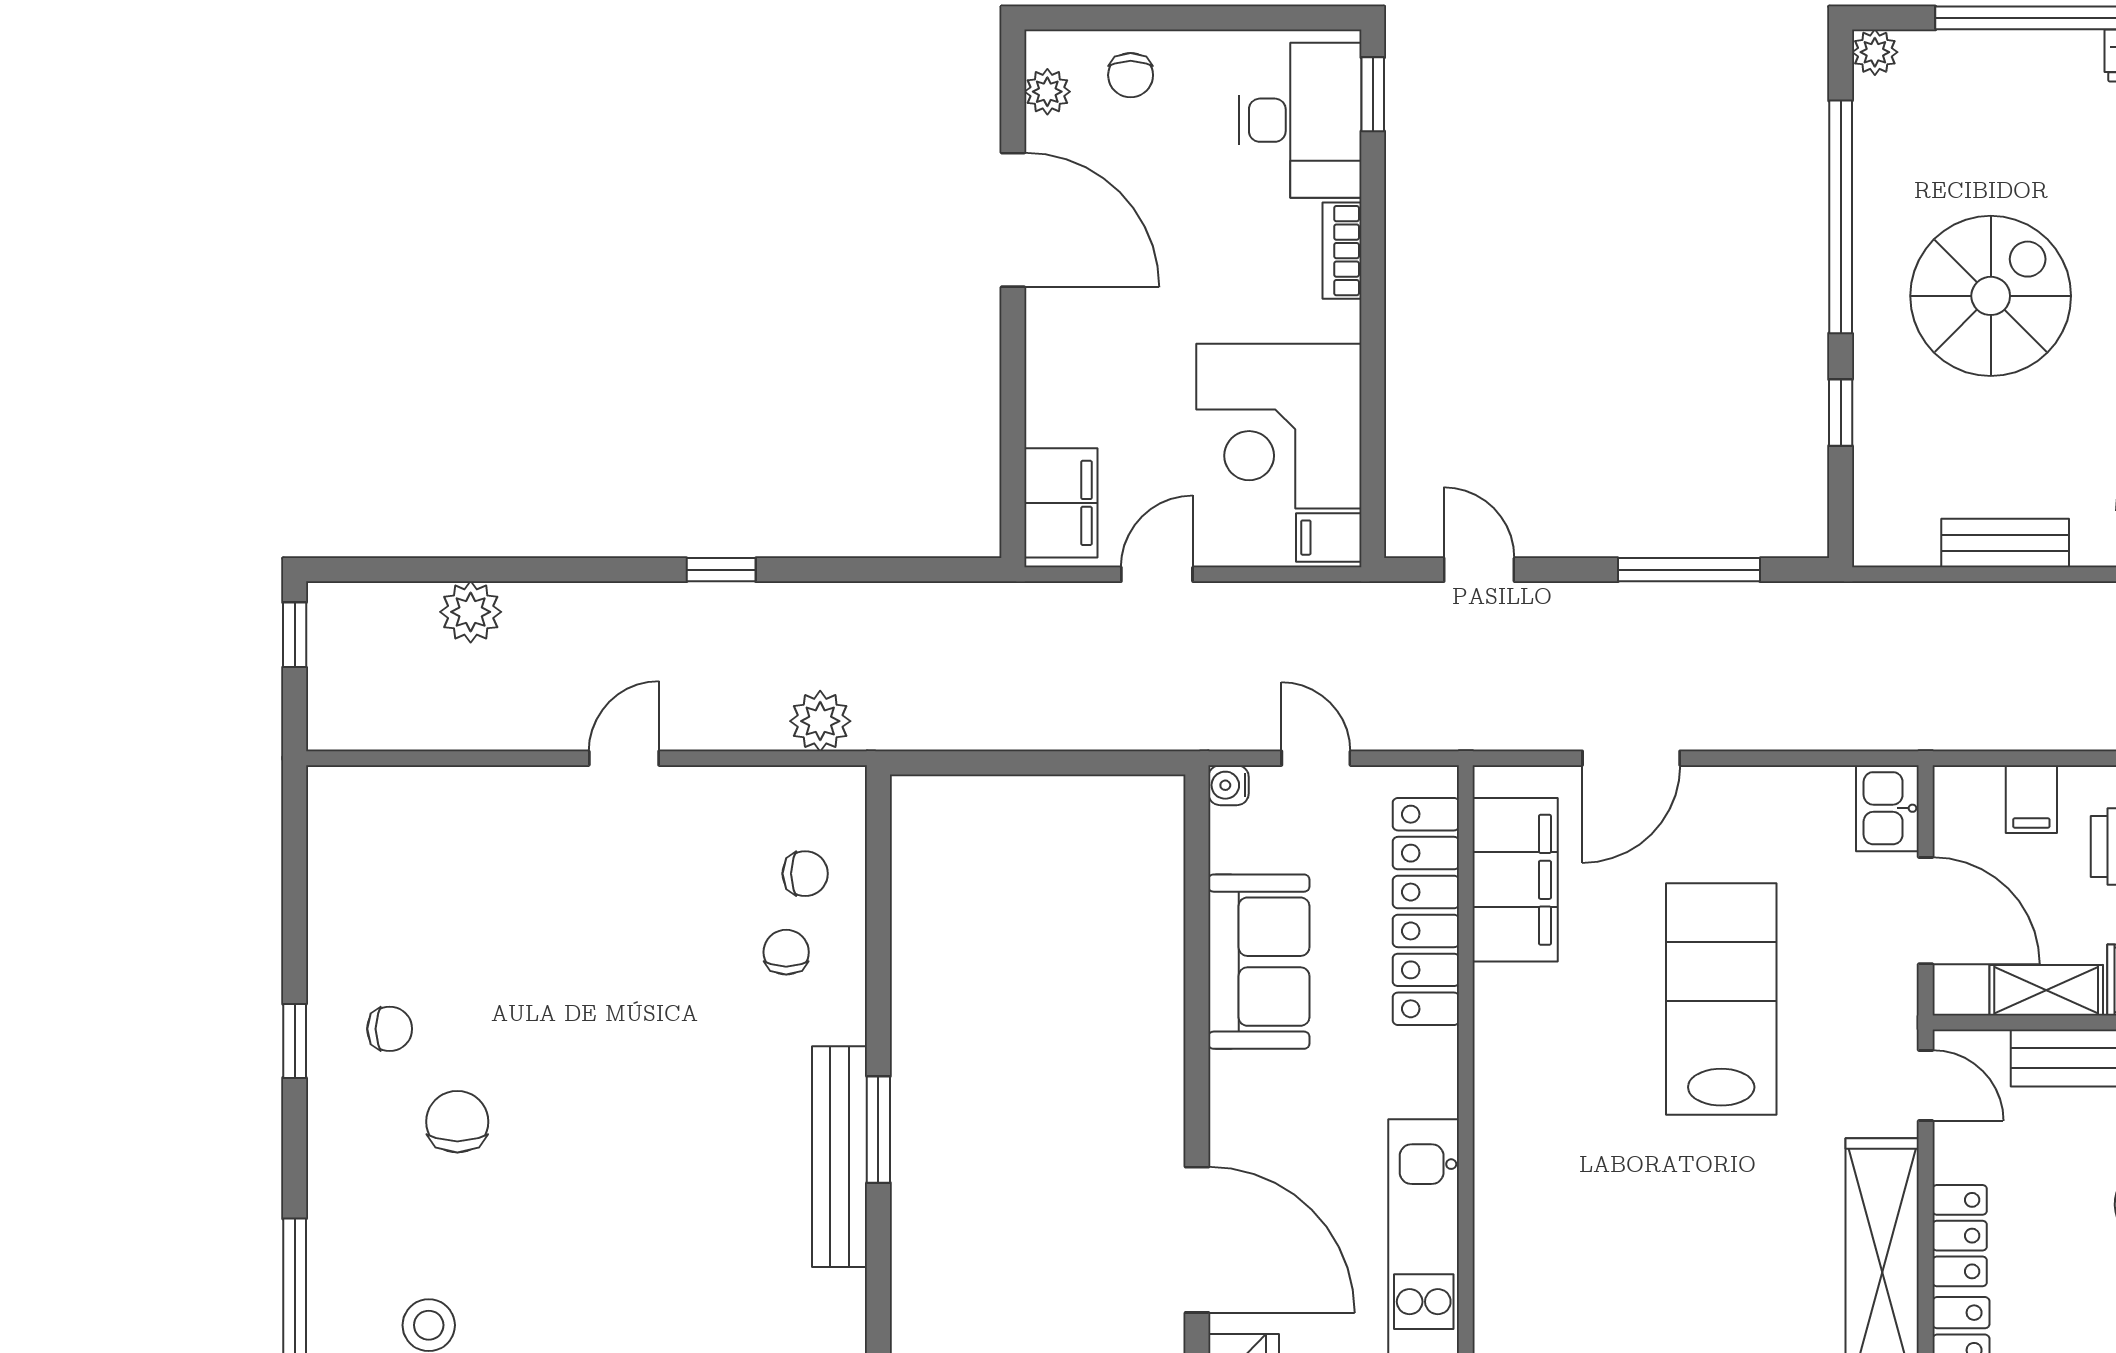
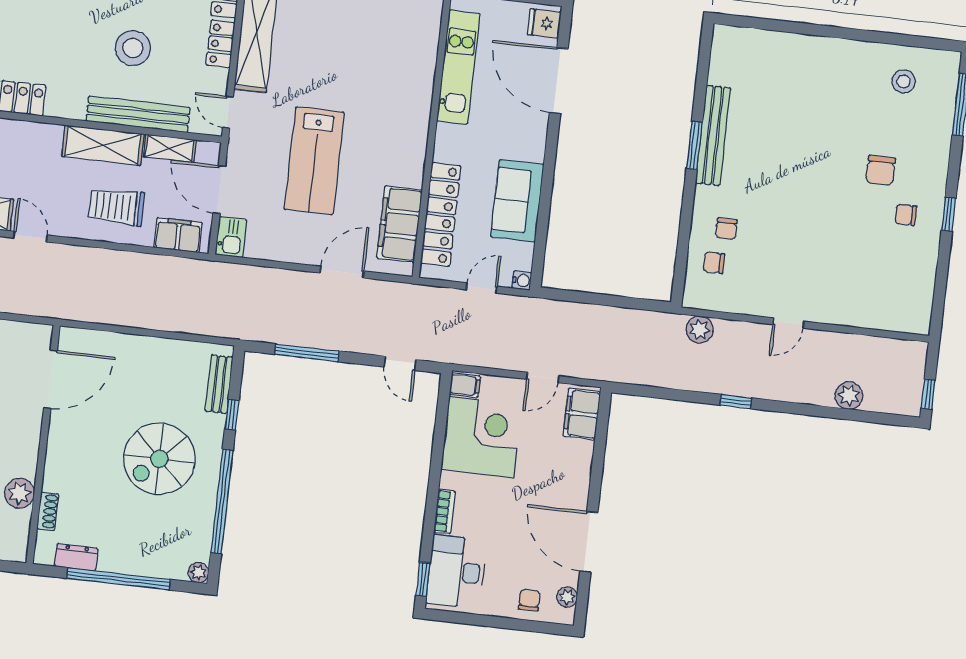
bench: (2005, 543) -> (219, 384), moved, turned 90
door: (1316, 758) -> (482, 288), swing flipped
filing cabinet: (2031, 799) -> (178, 235), width x2.00

